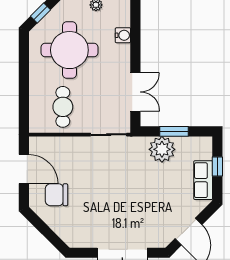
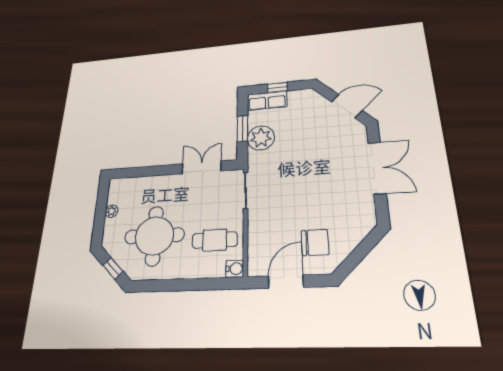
water cooler: (123, 35) -> (235, 269), moved, turned 90
row of seats: (203, 180) -> (267, 101), moved
chair: (56, 195) -> (315, 243), turned -90

